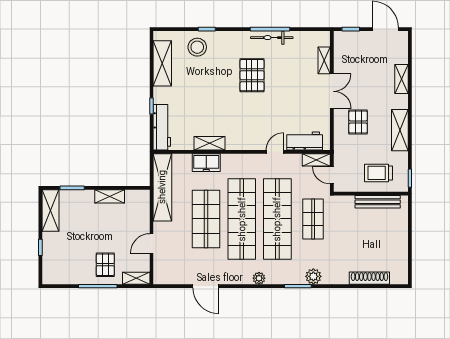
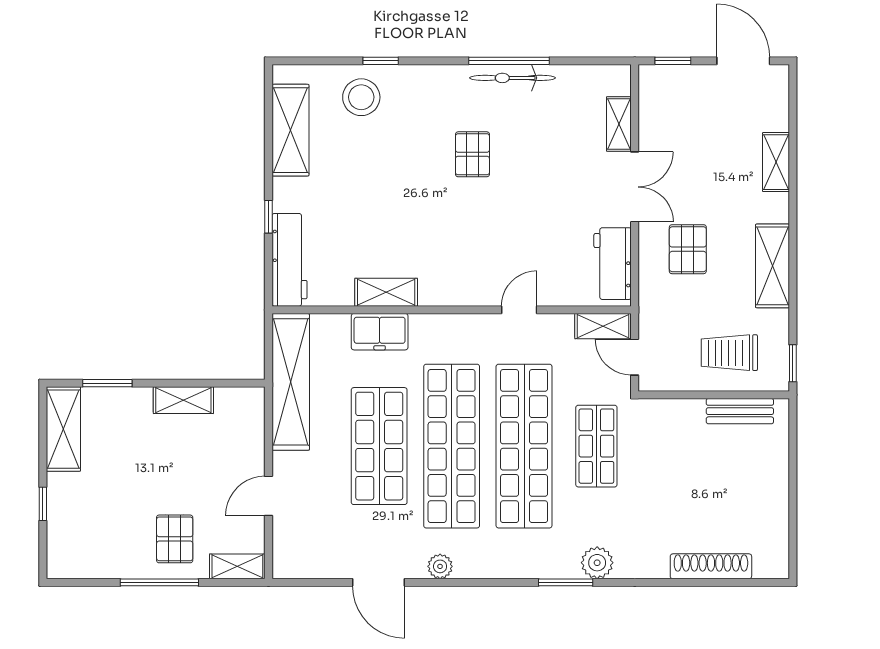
pallet: (252, 75) -> (472, 154), width x0.67, depth x0.71
workbench: (305, 141) -> (613, 264), moved, turned -90
bench: (378, 202) -> (740, 411), width x0.73
plant: (259, 278) -> (440, 566), moved

